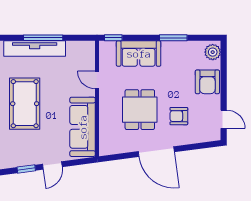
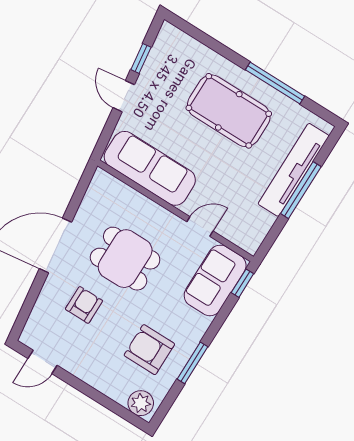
sofa: (139, 54) -> (215, 280), moved
armchair: (207, 82) -> (149, 350), moved

